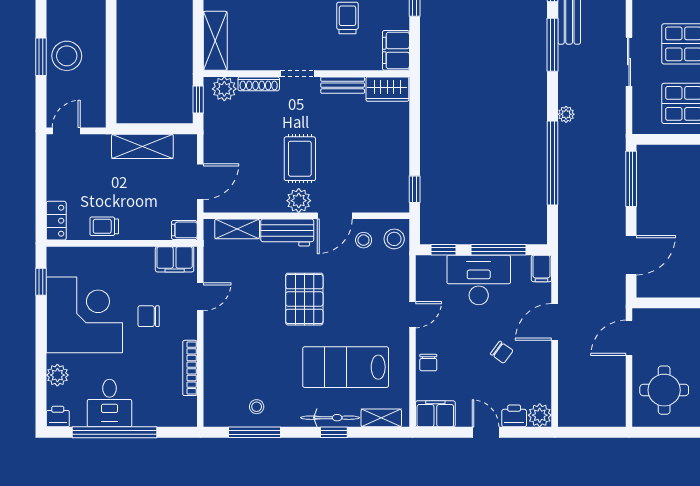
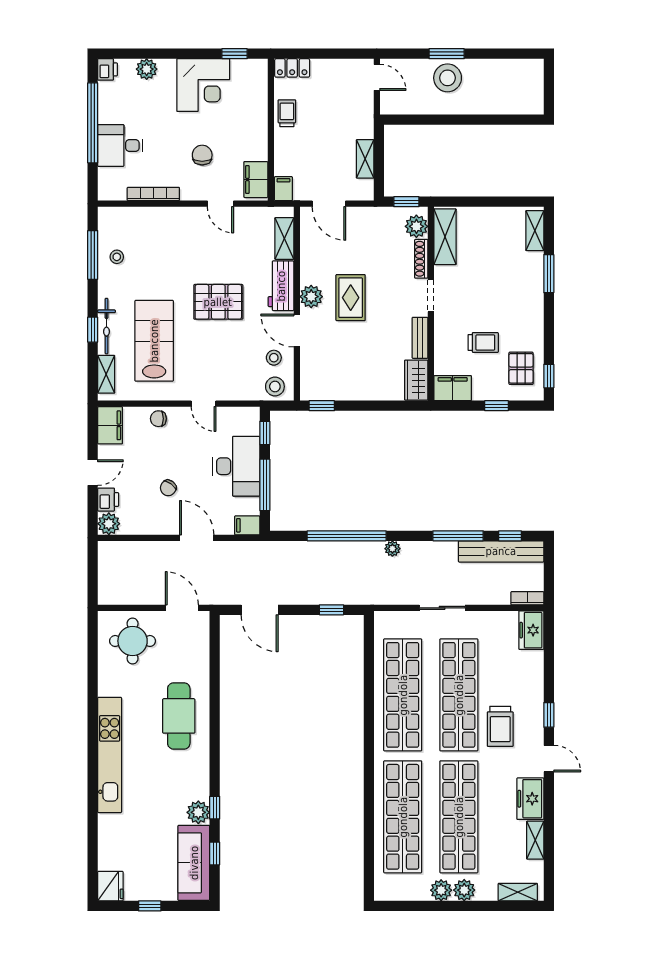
shelving: (215, 41) -> (445, 237), moved, turned 90
shelving: (142, 146) -> (365, 159), width x0.67, depth x0.75
rug: (300, 159) -> (351, 298), turned 90
window: (631, 179) -> (331, 610), width x0.46
corner desk: (84, 315) -> (203, 85), width x0.74, depth x0.74
desk: (110, 403) -> (120, 145), moved

